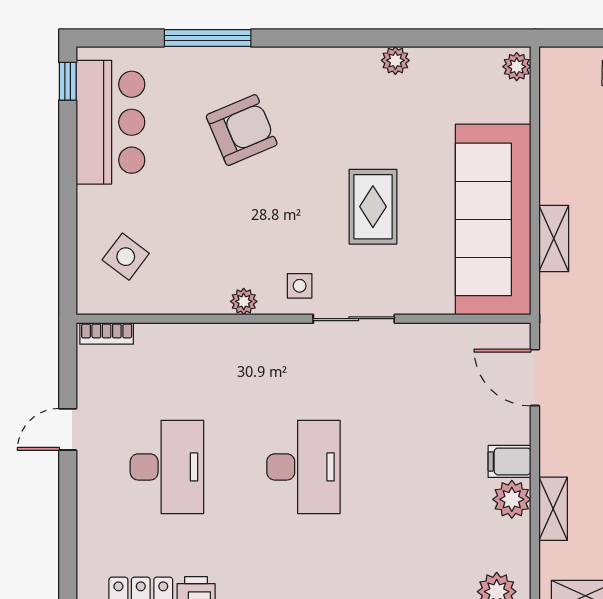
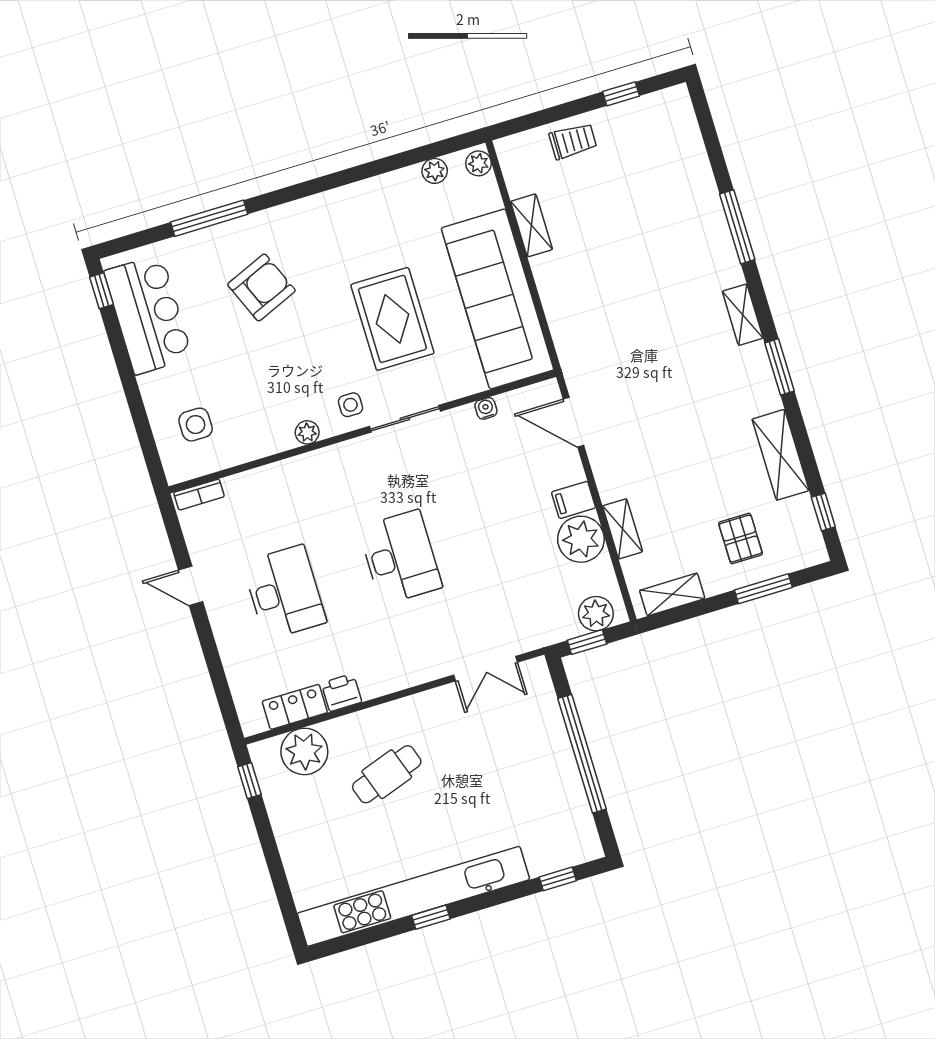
plant: (395, 60) -> (435, 171), moved
rug: (373, 207) -> (392, 319), width x1.36, depth x1.43
shelving: (554, 239) -> (532, 225), moved
side table: (126, 257) -> (196, 425), turned -37
water cooler: (445, 334) -> (486, 408), added
door: (68, 429) -> (191, 586), hinge flipped
plant: (512, 499) -> (581, 539), width x1.36, depth x1.36

